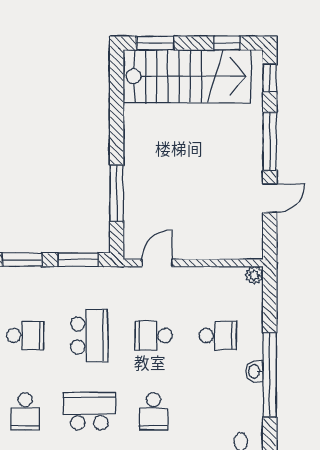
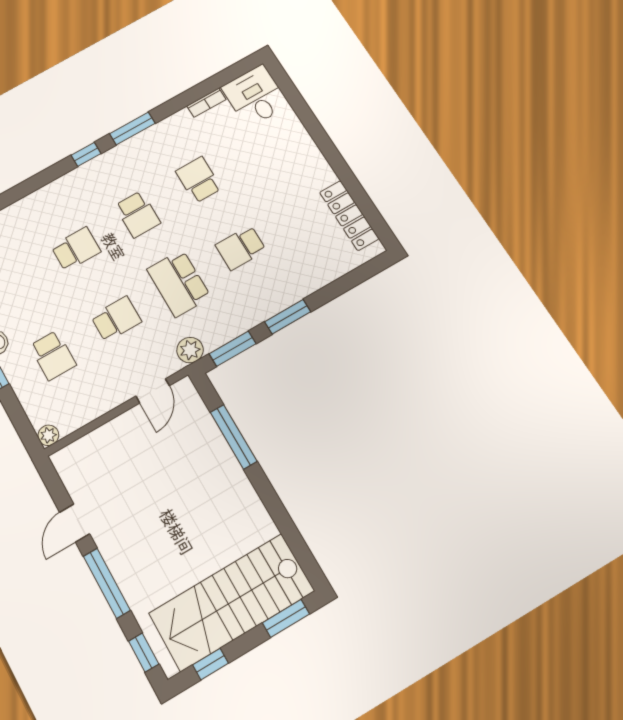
plant: (111, 278) -> (190, 350), added
school desk: (218, 336) -> (53, 355), turned -90
school desk: (89, 411) -> (138, 214), width x0.54
school desk: (153, 411) -> (76, 249), turned 90

